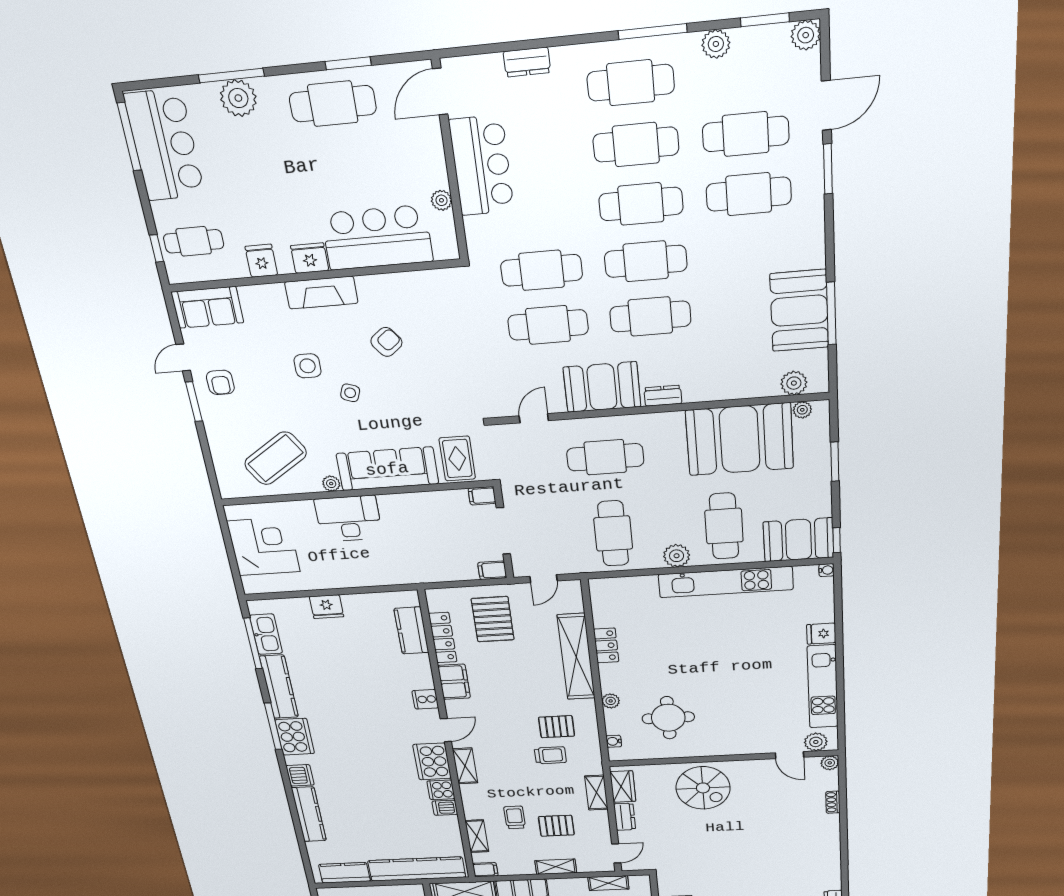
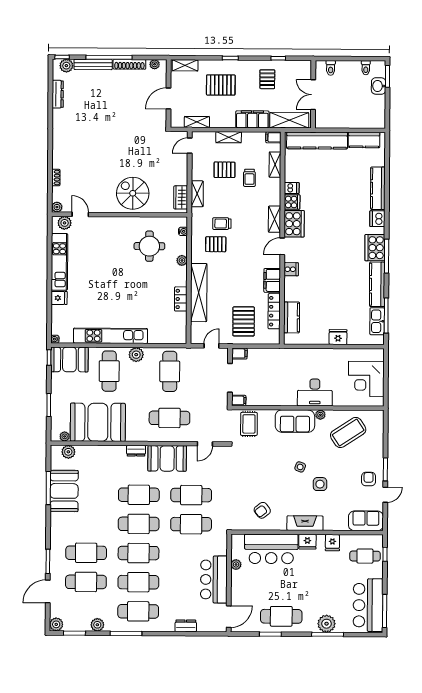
armchair: (386, 342) -> (262, 510), moved
sofa: (387, 469) -> (295, 421), width x0.73
dresser: (625, 817) -> (182, 174), removed

